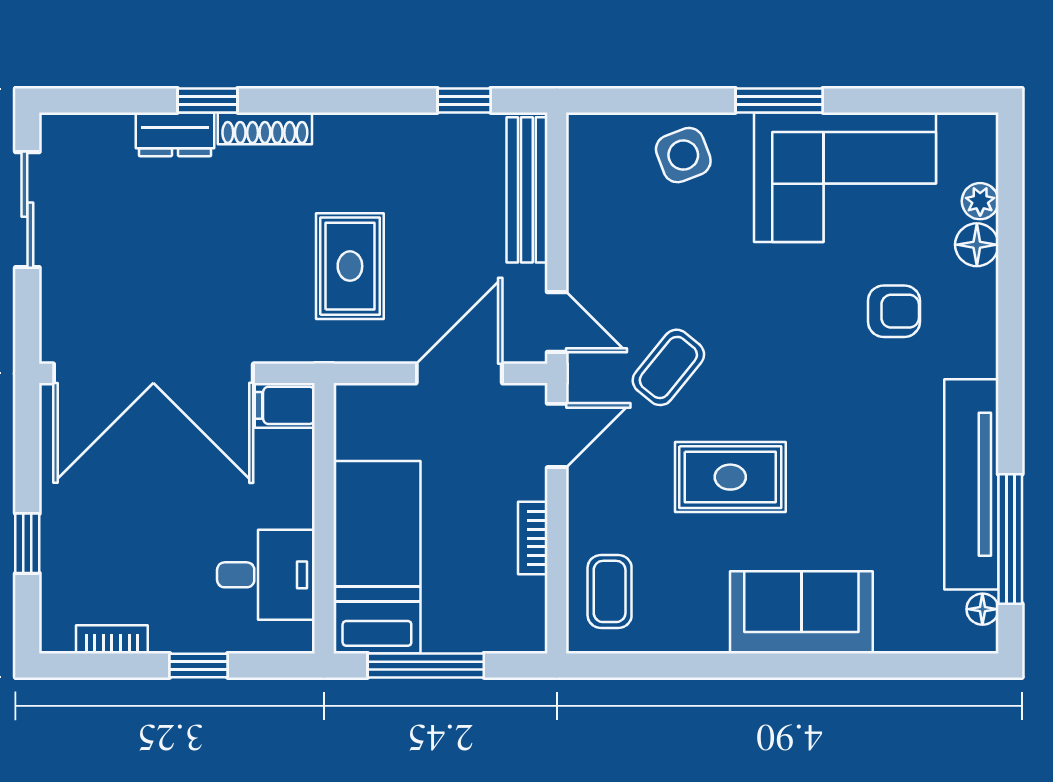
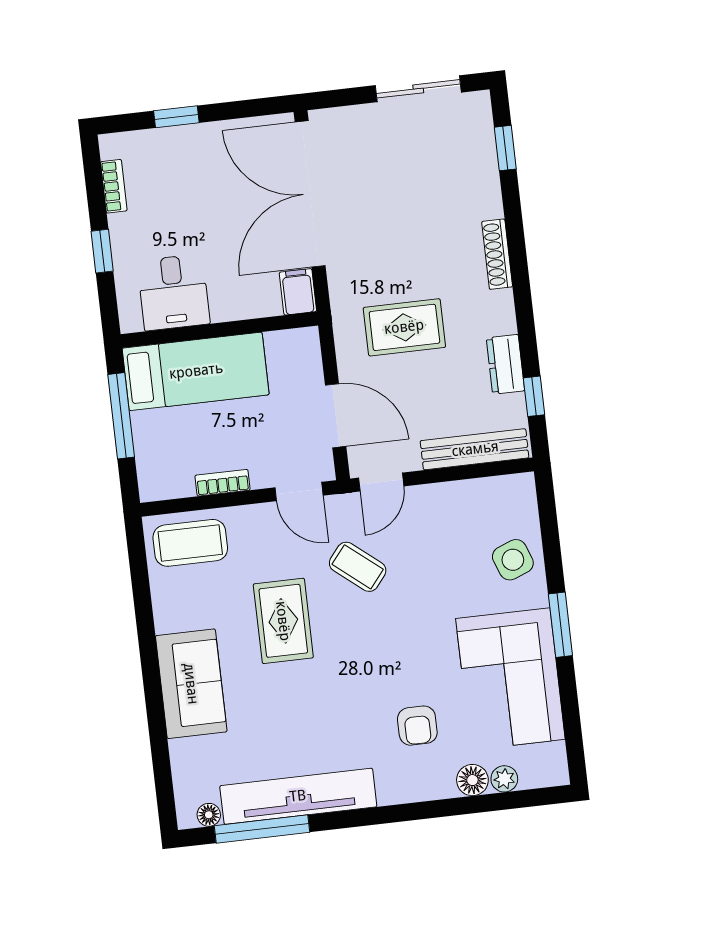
window: (208, 100) -> (505, 148), moved
dresser: (175, 134) -> (505, 364), moved
coffee table: (610, 591) -> (190, 543), width x1.36, depth x1.30

